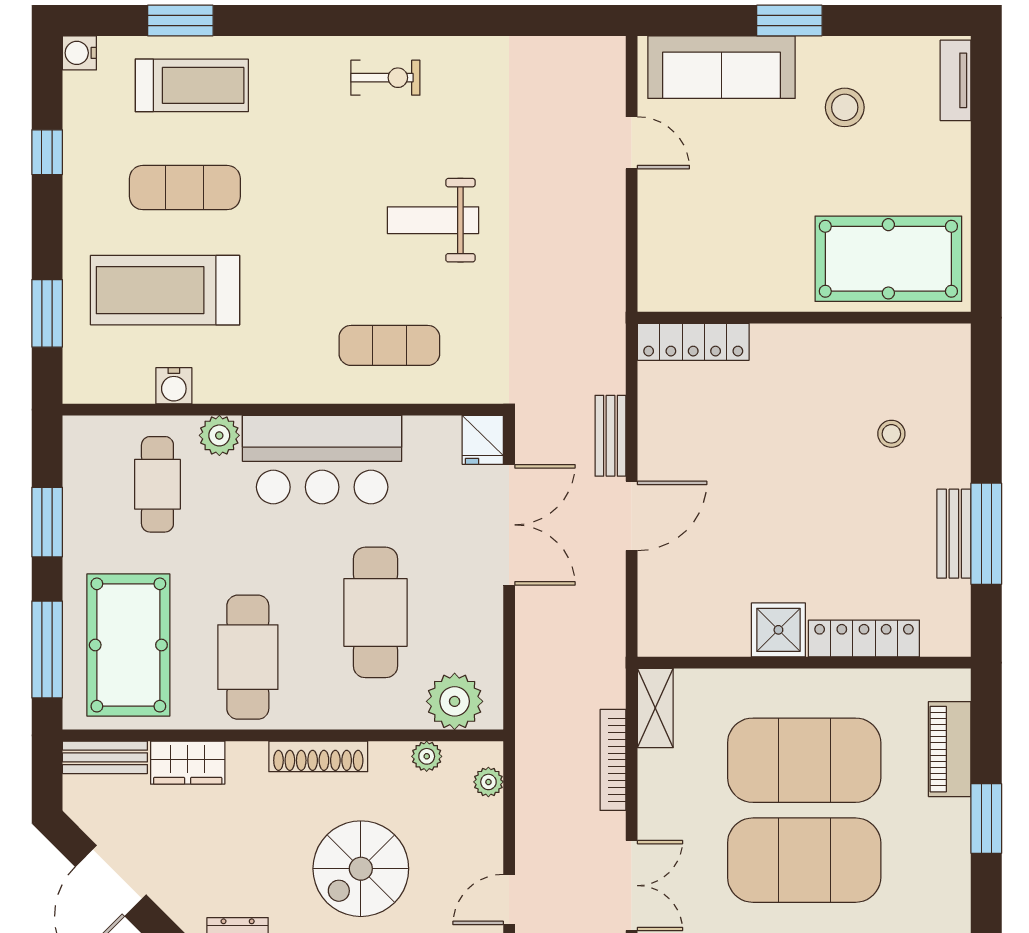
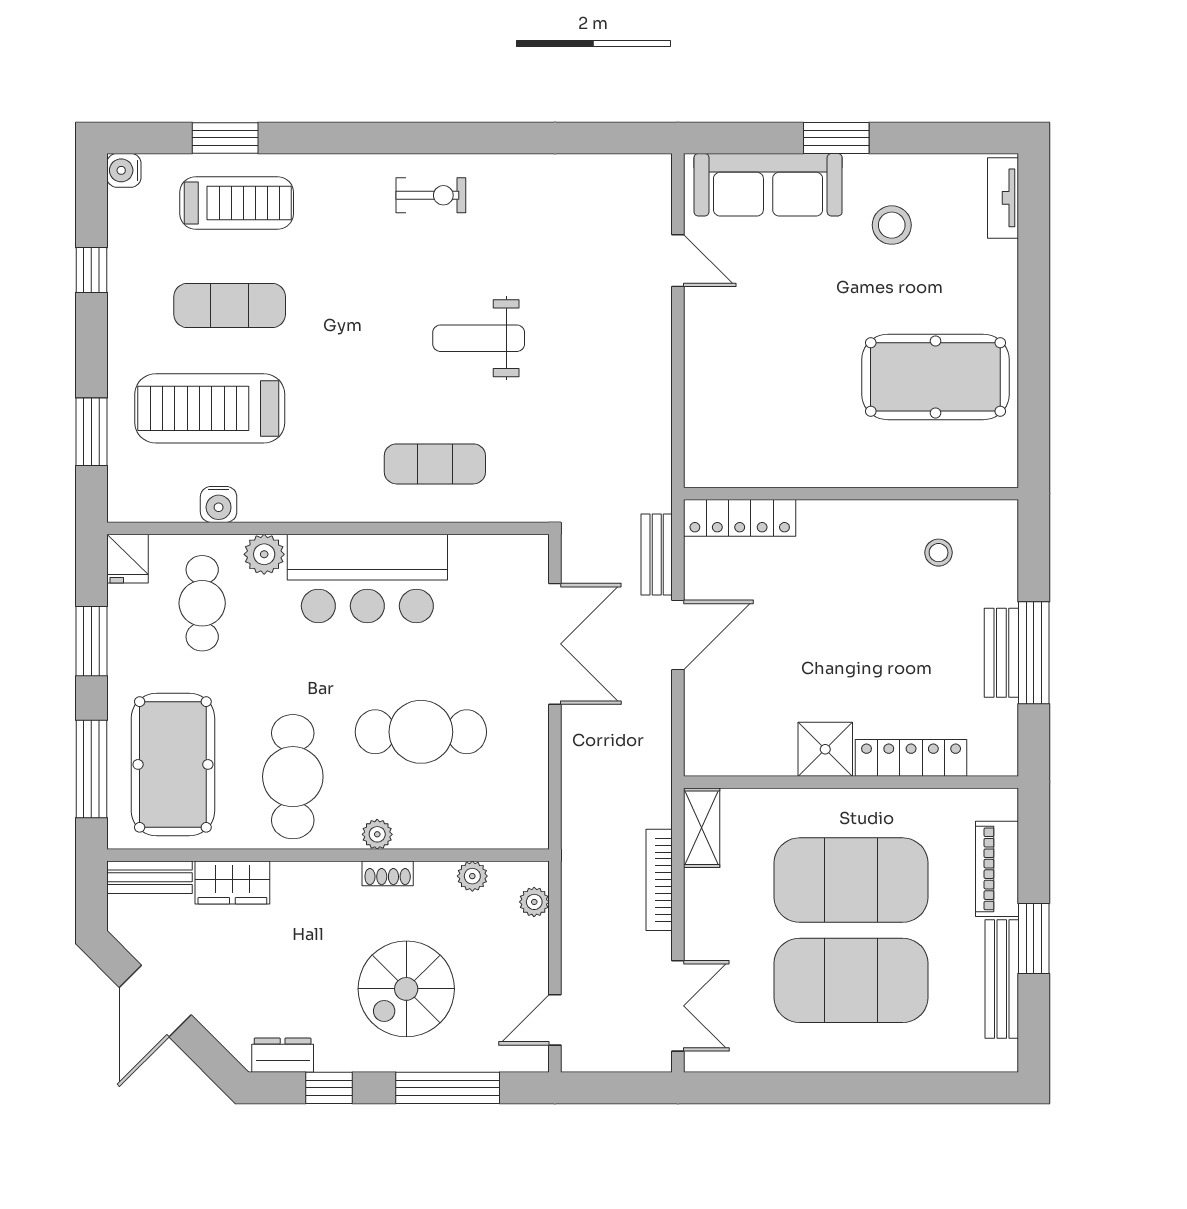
wall: (804, 318) -> (851, 494), moved
locker: (693, 342) -> (740, 518), moved
fridge: (483, 440) -> (127, 559), moved
cafe table: (375, 612) -> (421, 732), turned 90
plant: (455, 701) -> (377, 834), moved, width x0.53, depth x0.53
shoe rack: (318, 756) -> (388, 873), width x0.51, depth x0.81
bench: (954, 859) -> (1002, 979), added

